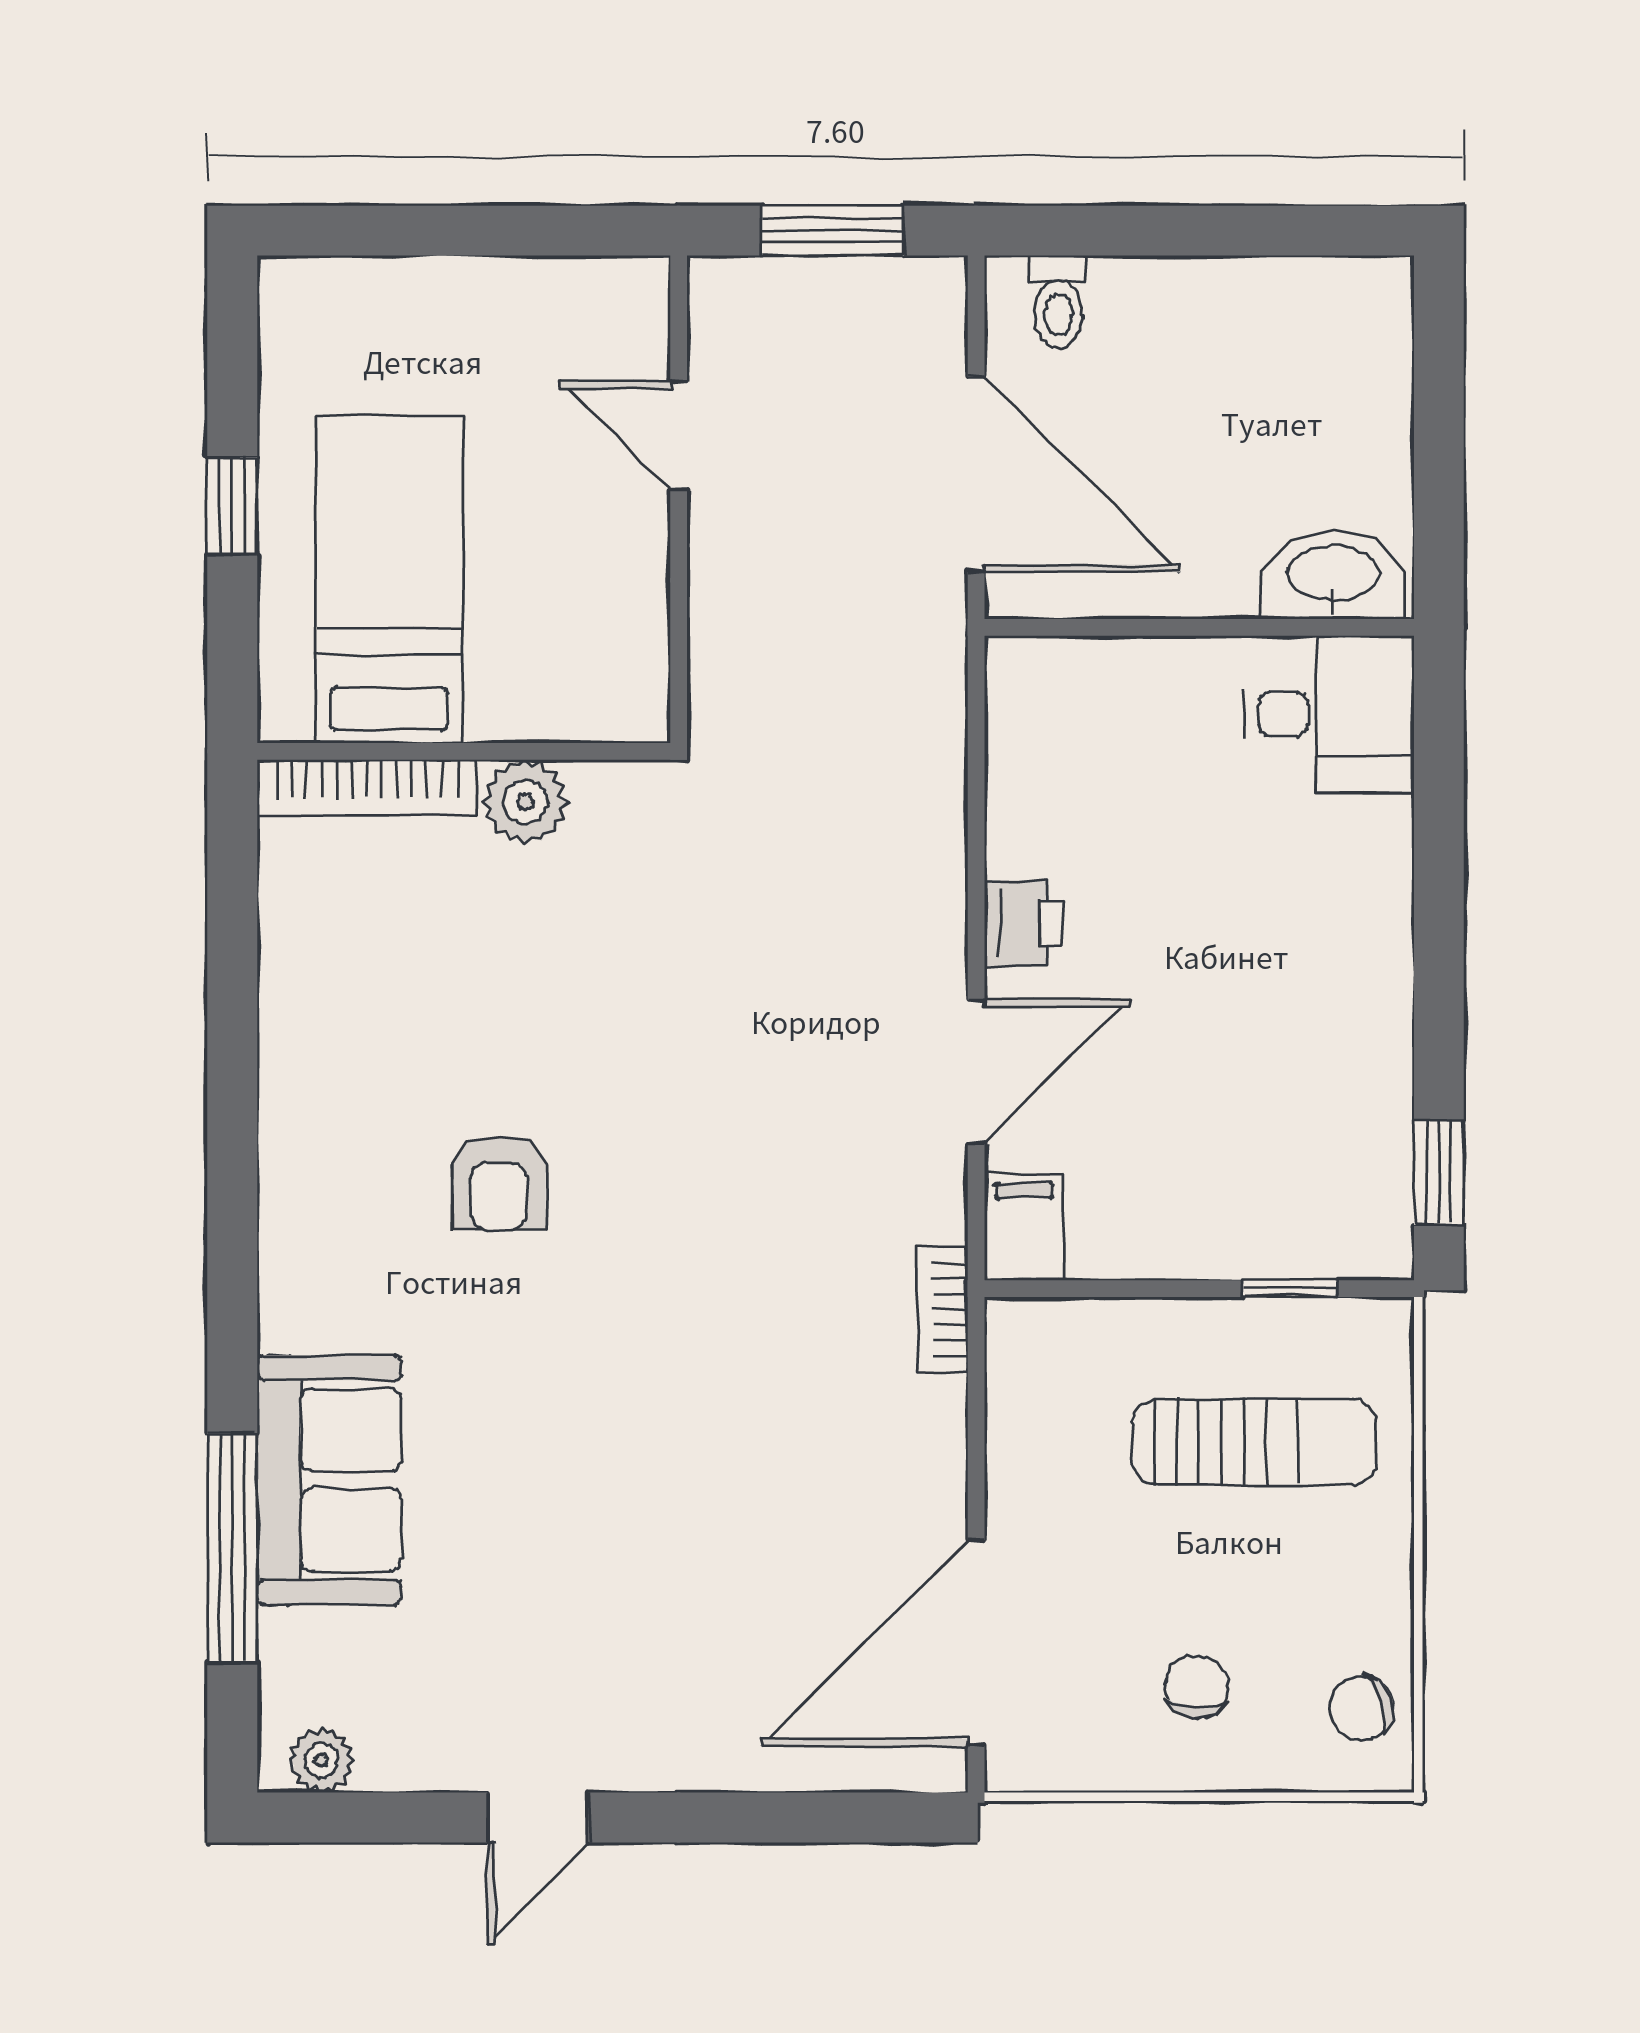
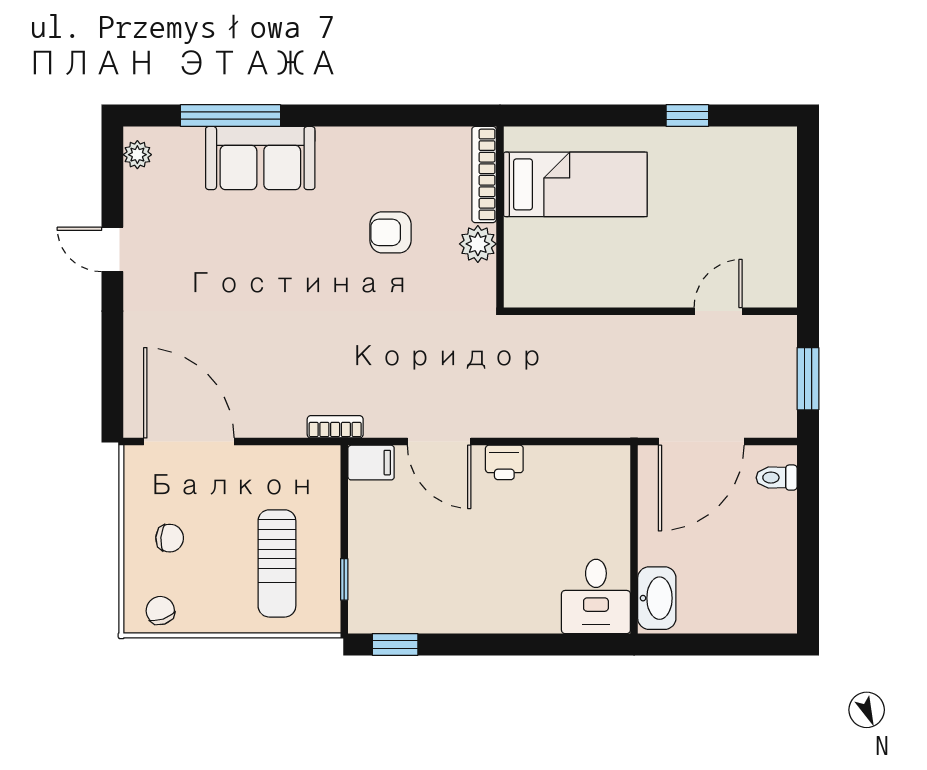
bed: (389, 579) -> (575, 184), moved
wall: (464, 751) -> (500, 217), moved
bookcase: (367, 788) -> (484, 174), moved
plant: (525, 802) -> (478, 244), moved

